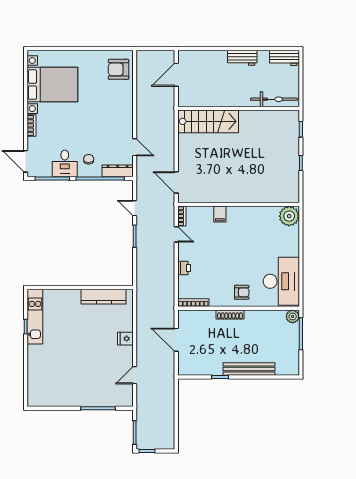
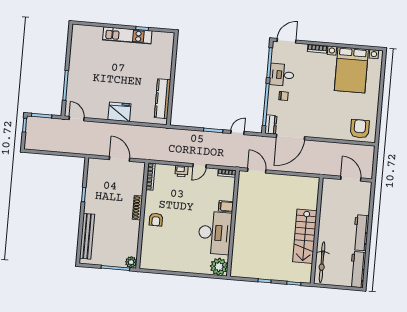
workbench: (242, 58) -> (361, 233), width x1.38
workbench: (284, 58) -> (358, 270), width x1.38
stairs: (208, 121) -> (305, 236), moved
door: (135, 147) -> (291, 137), width x1.88
dresser: (118, 171) -> (271, 124), width x0.70
door: (176, 182) -> (257, 171), hinge flipped
door: (176, 234) -> (200, 166), moved
desk: (281, 281) -> (215, 233), moved, turned -90
kitchen unit: (35, 317) -> (127, 35), moved
fridge: (125, 339) -> (119, 112), width x1.88, depth x1.34
door: (176, 340) -> (119, 159), hinge flipped
bench: (249, 369) -> (87, 236), moved
door: (135, 375) -> (77, 119), moved

